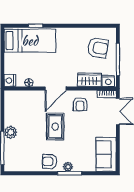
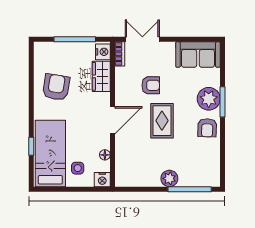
armchair: (98, 48) -> (56, 87), moved
side table: (19, 62) -> (78, 168), added
door: (55, 88) -> (113, 120), hinge flipped
armchair: (80, 104) -> (151, 85), moved
rug: (55, 127) -> (162, 121), turned 90
plant: (68, 167) -> (209, 99), width x1.88, depth x1.88

